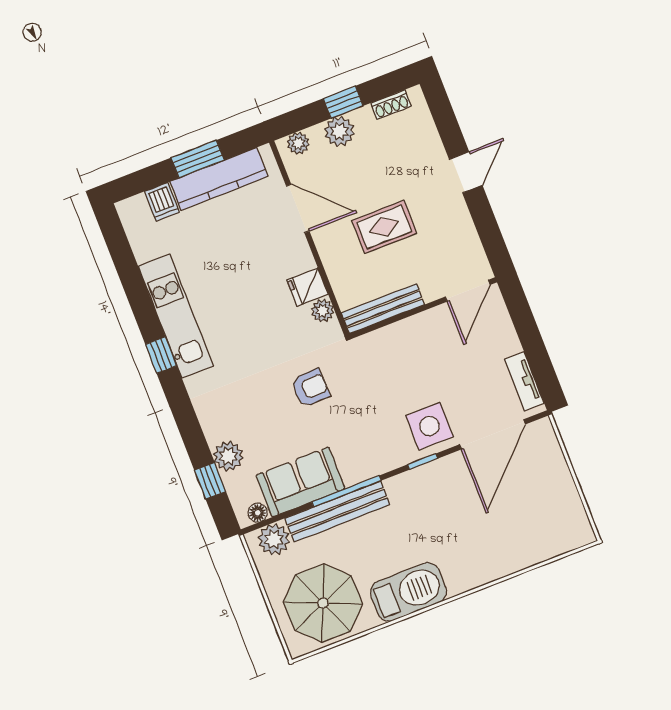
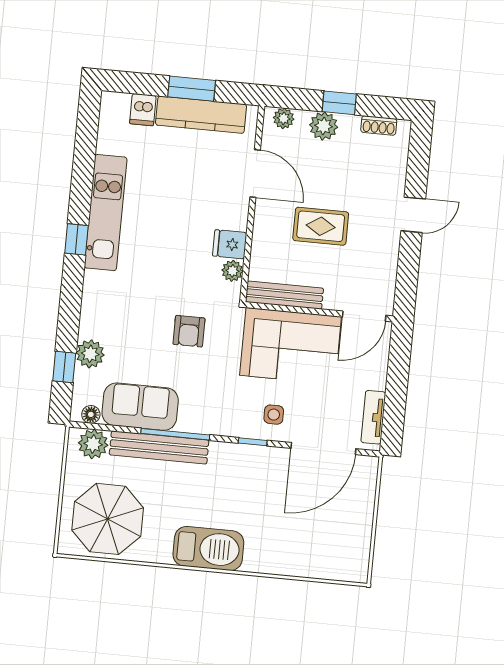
corner sofa: (413, 354) -> (291, 346), added
armchair: (310, 388) -> (189, 331), turned 92
side table: (430, 426) -> (274, 415), width x0.54, depth x0.54
barbecue: (408, 592) -> (208, 548), moved

